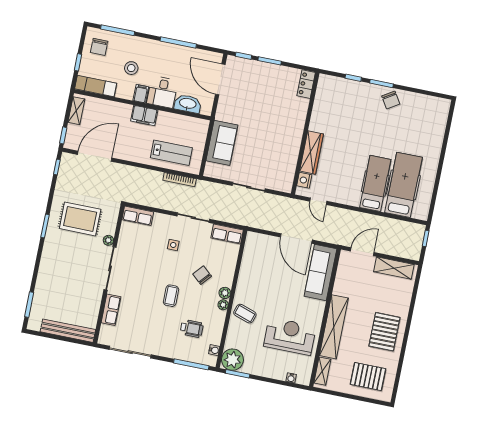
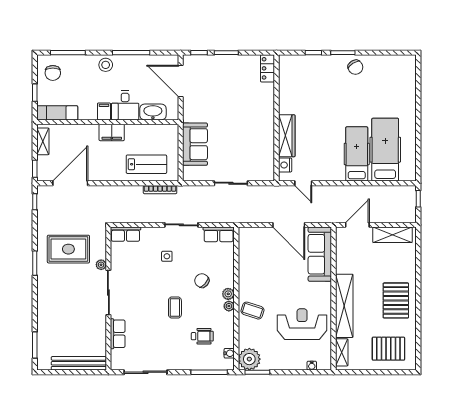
stool: (131, 68) -> (106, 65), moved

